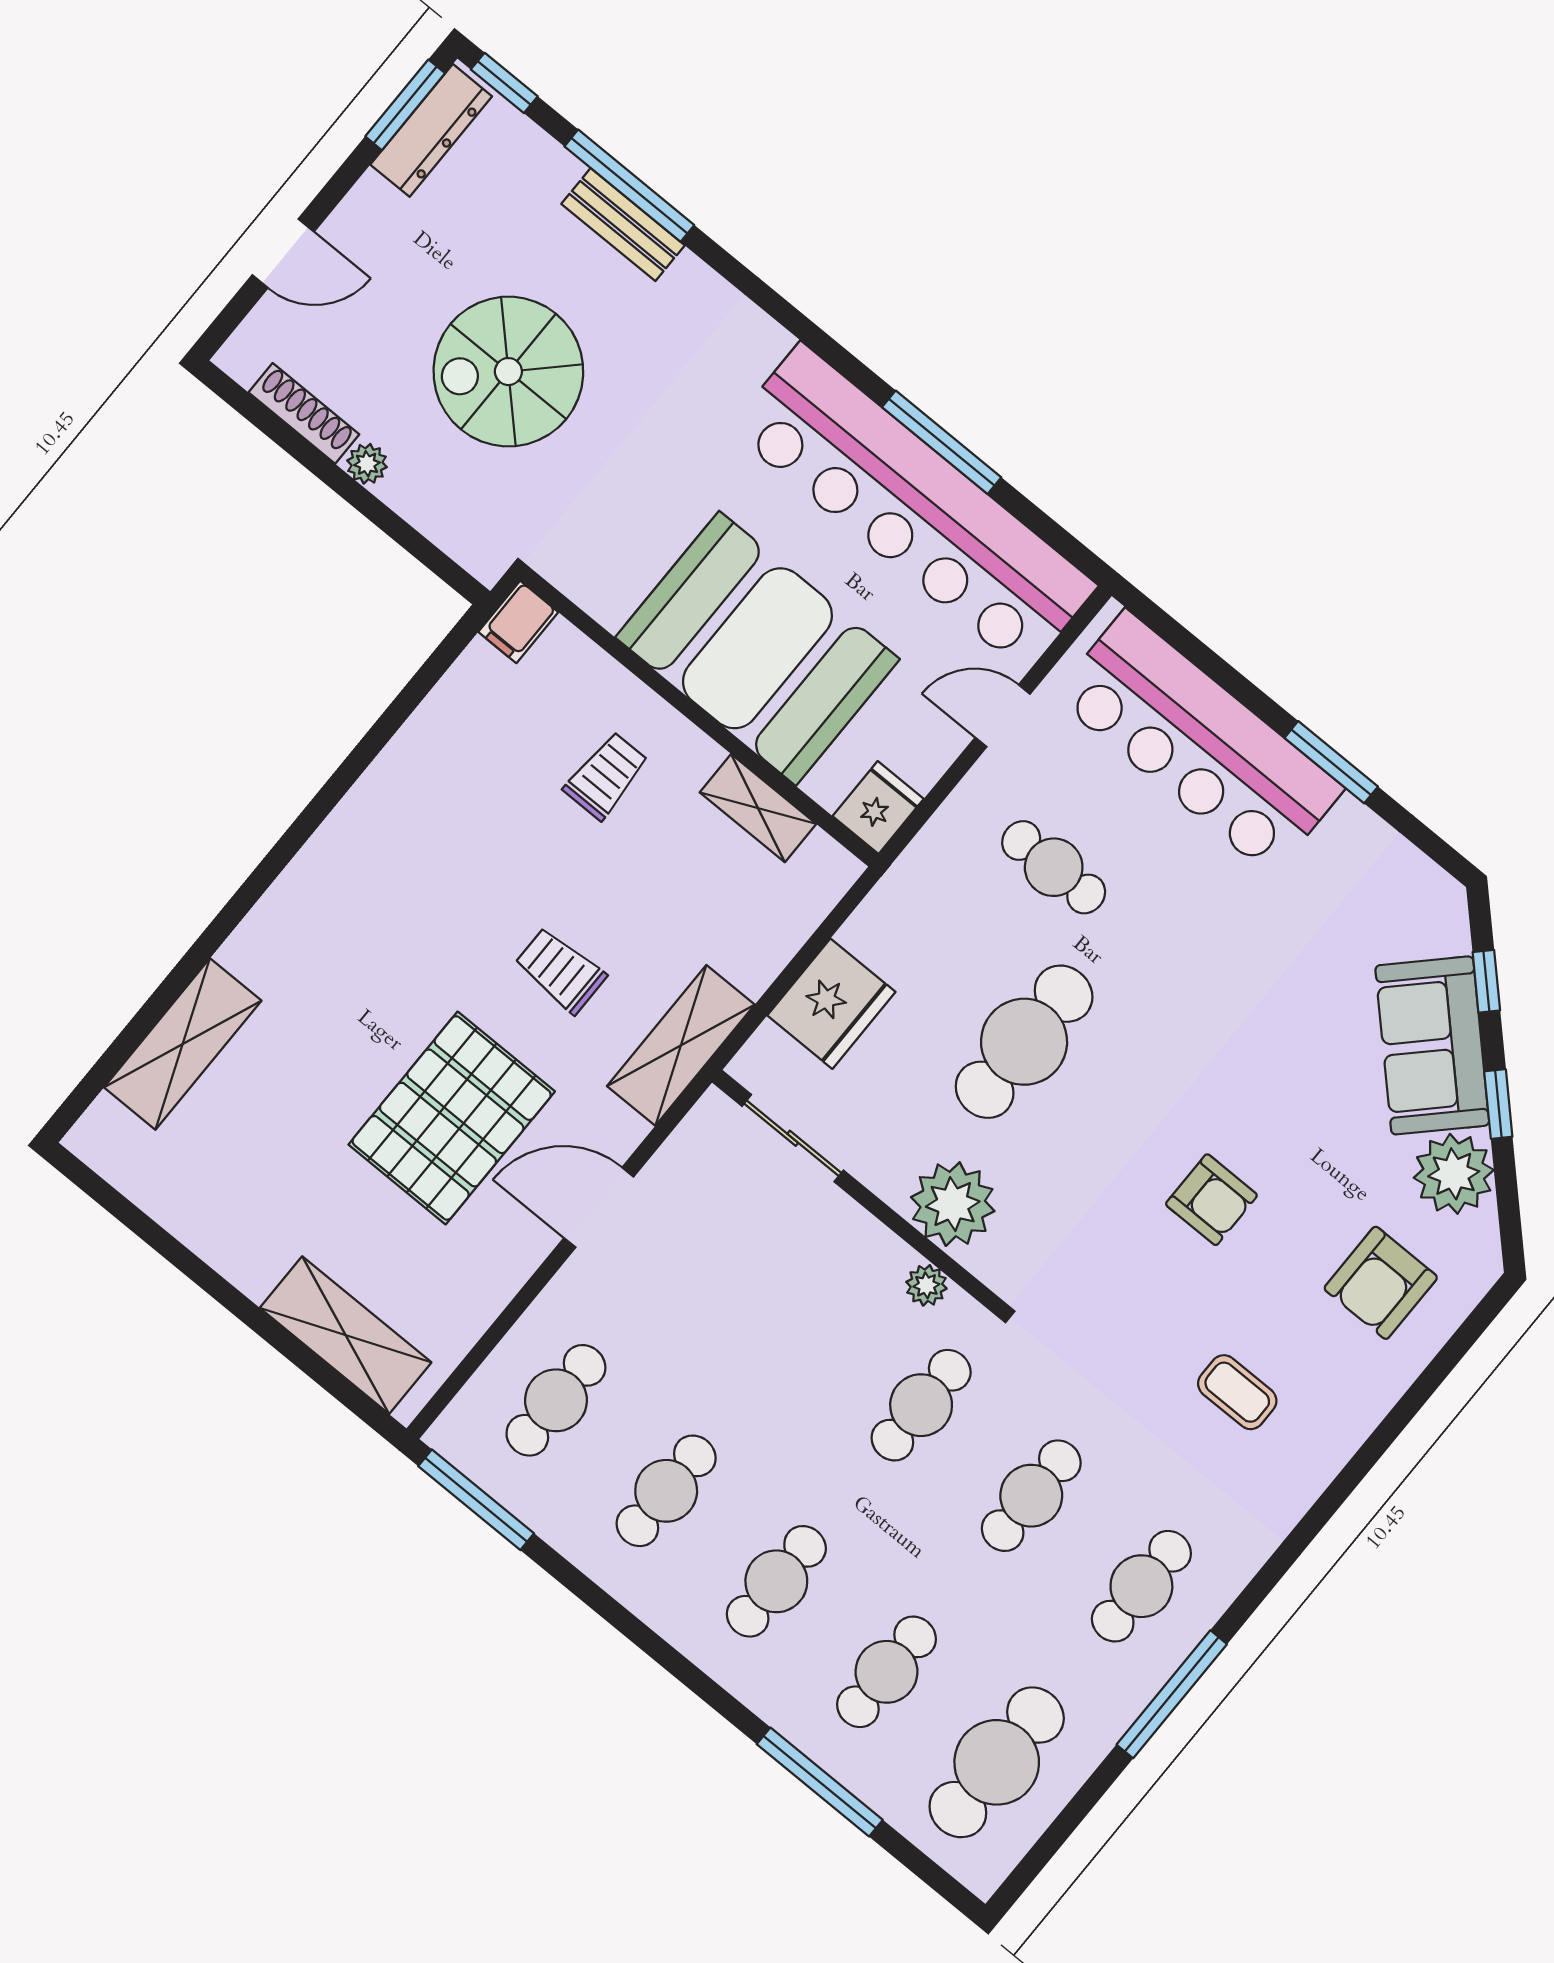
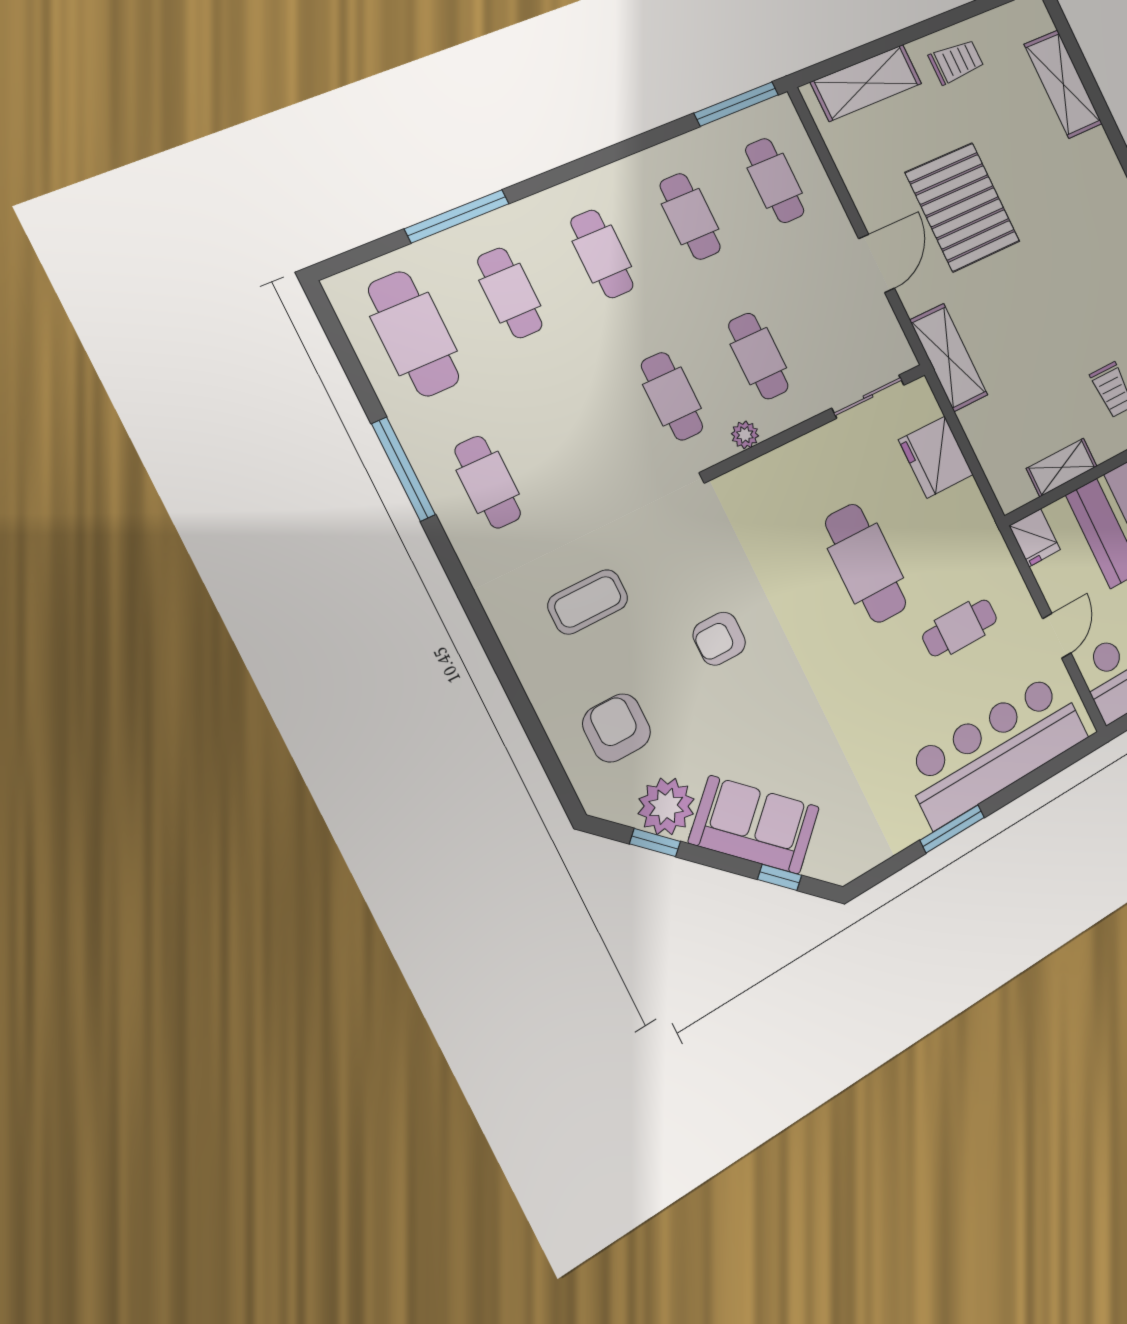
trolley: (560, 970) -> (956, 62), moved
window: (1498, 1104) -> (655, 843), moved
plant: (953, 1204) -> (787, 474), removed
coffee table: (1237, 1392) -> (588, 602), width x1.36, depth x1.30
cafe table: (1031, 1496) -> (758, 356), moved

